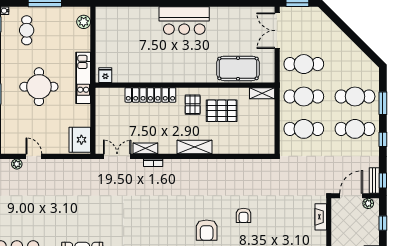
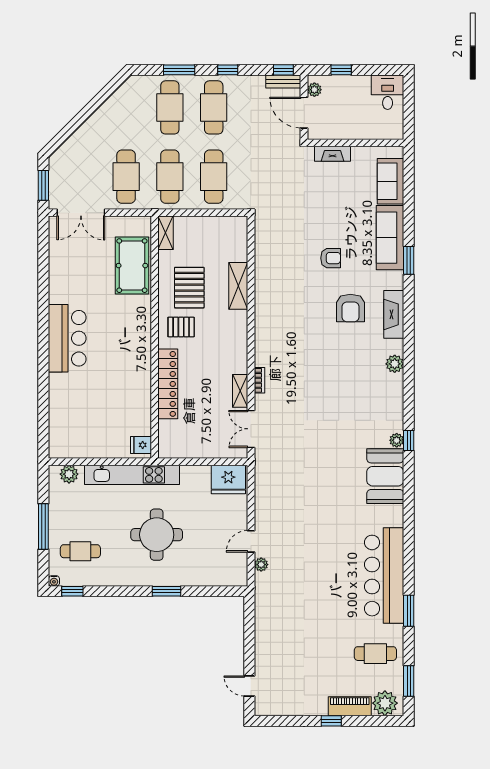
kitchen unit: (83, 78) -> (132, 475), width x1.36
shelving: (195, 147) -> (238, 286), moved
armchair: (207, 230) -> (350, 308), turned 90

